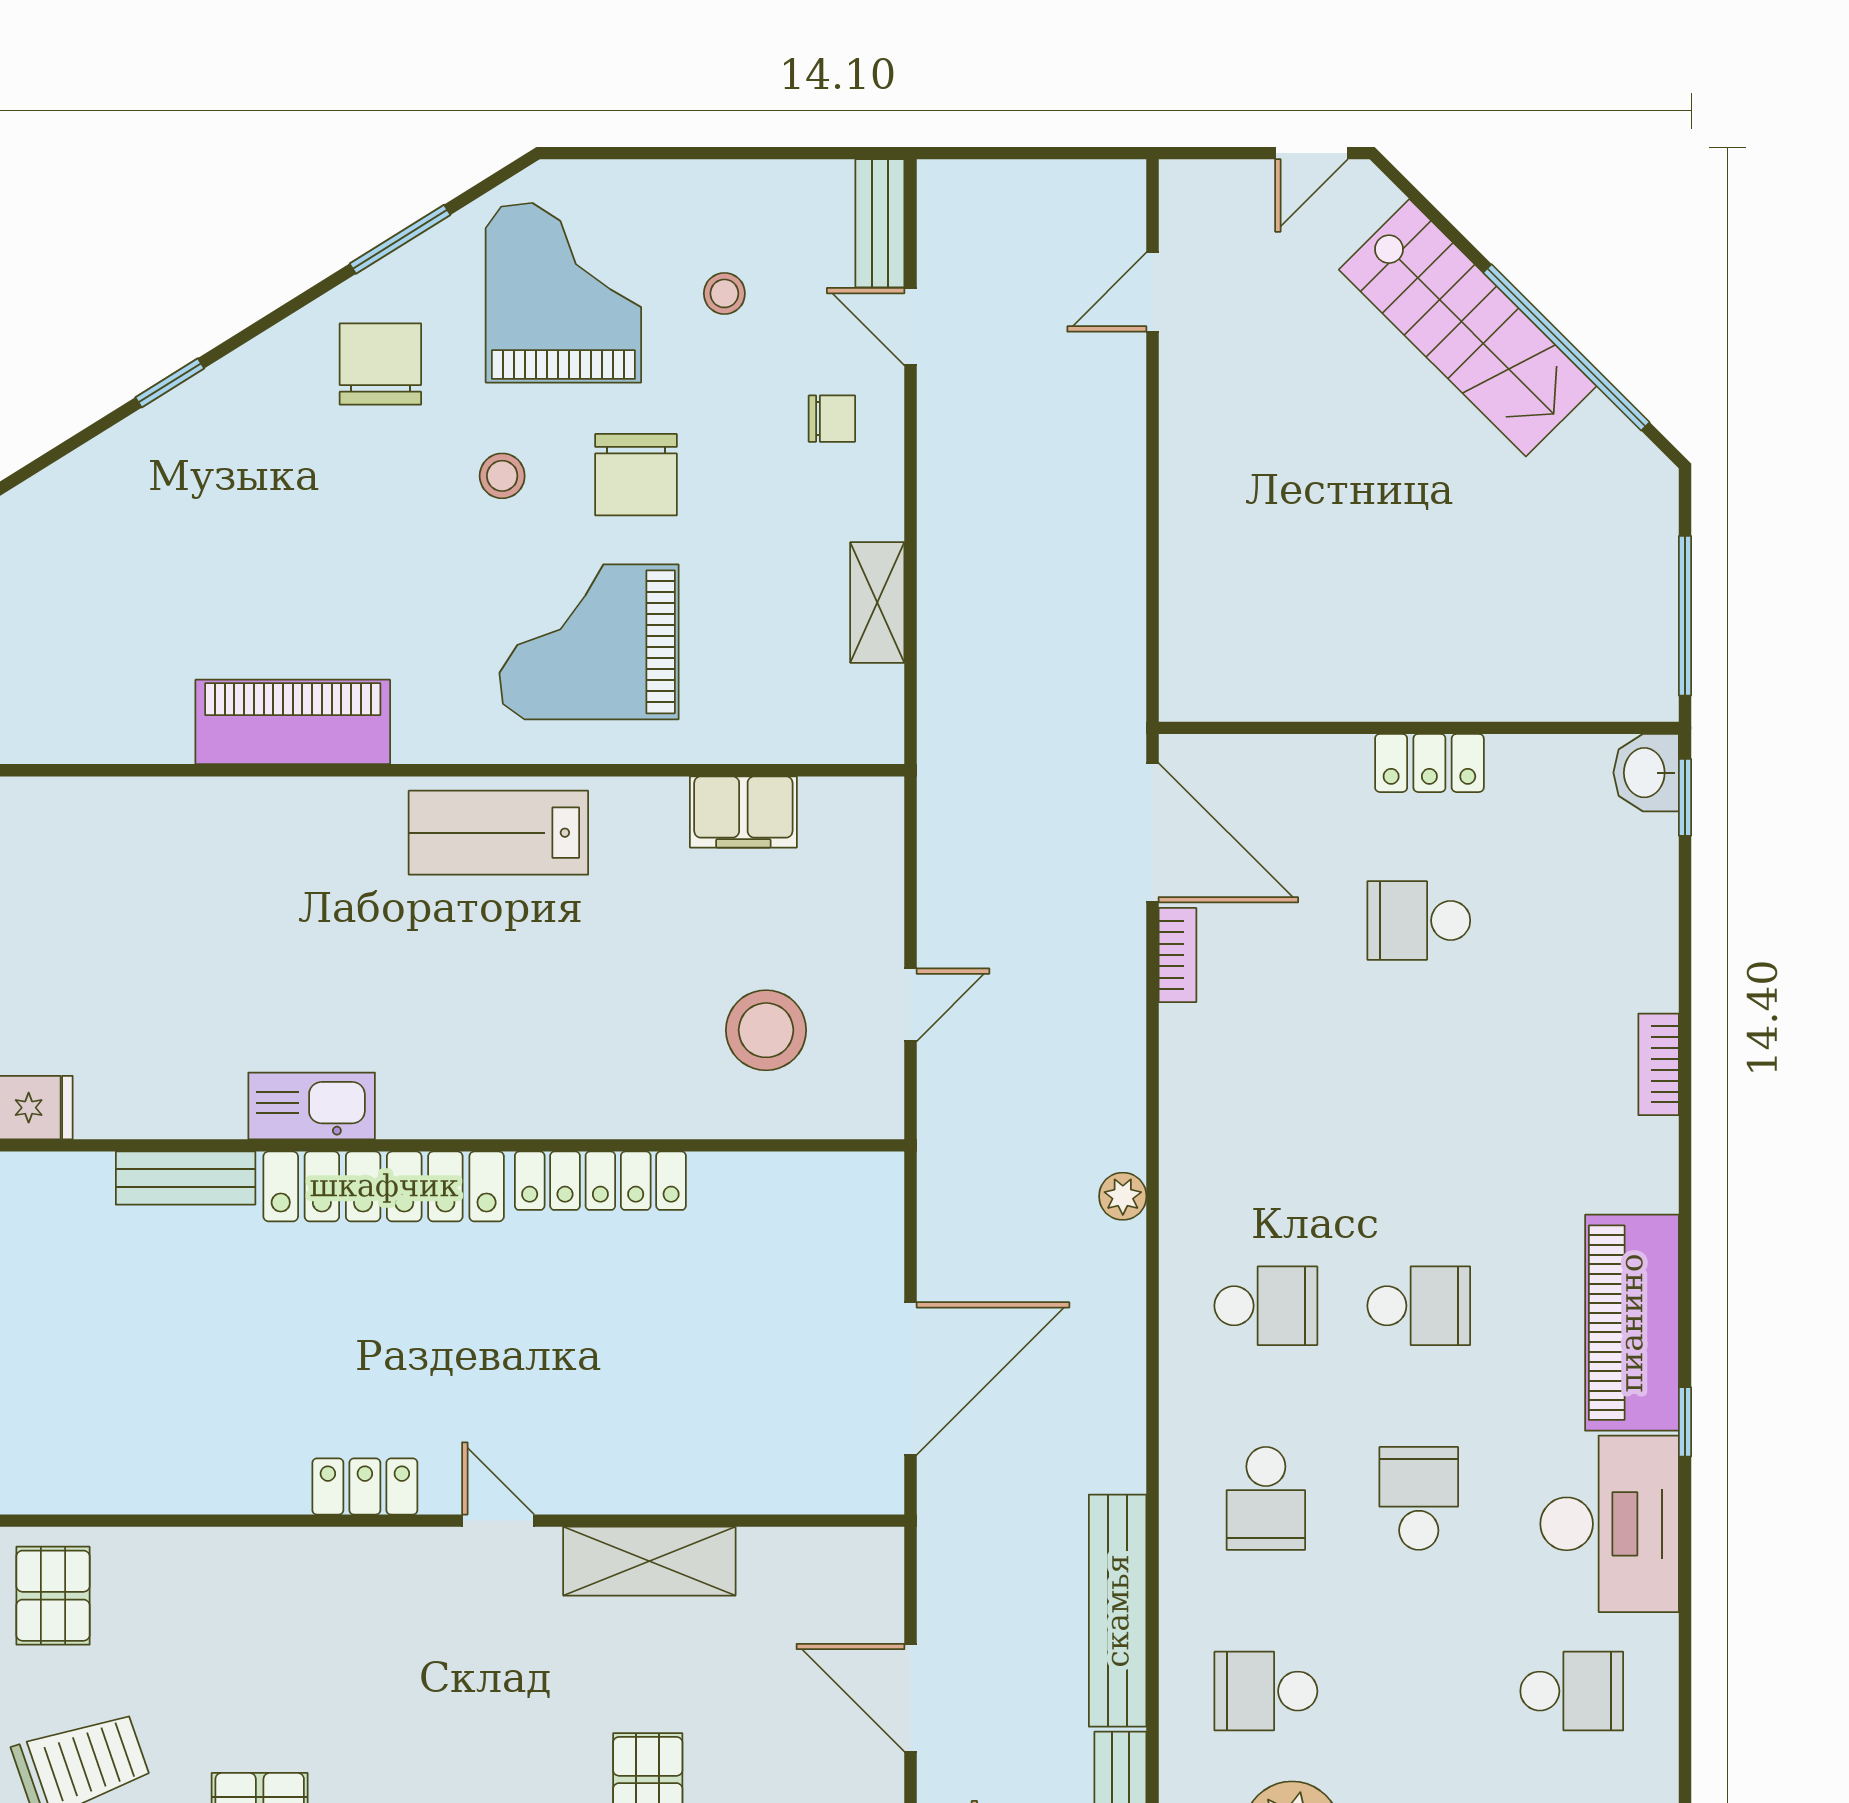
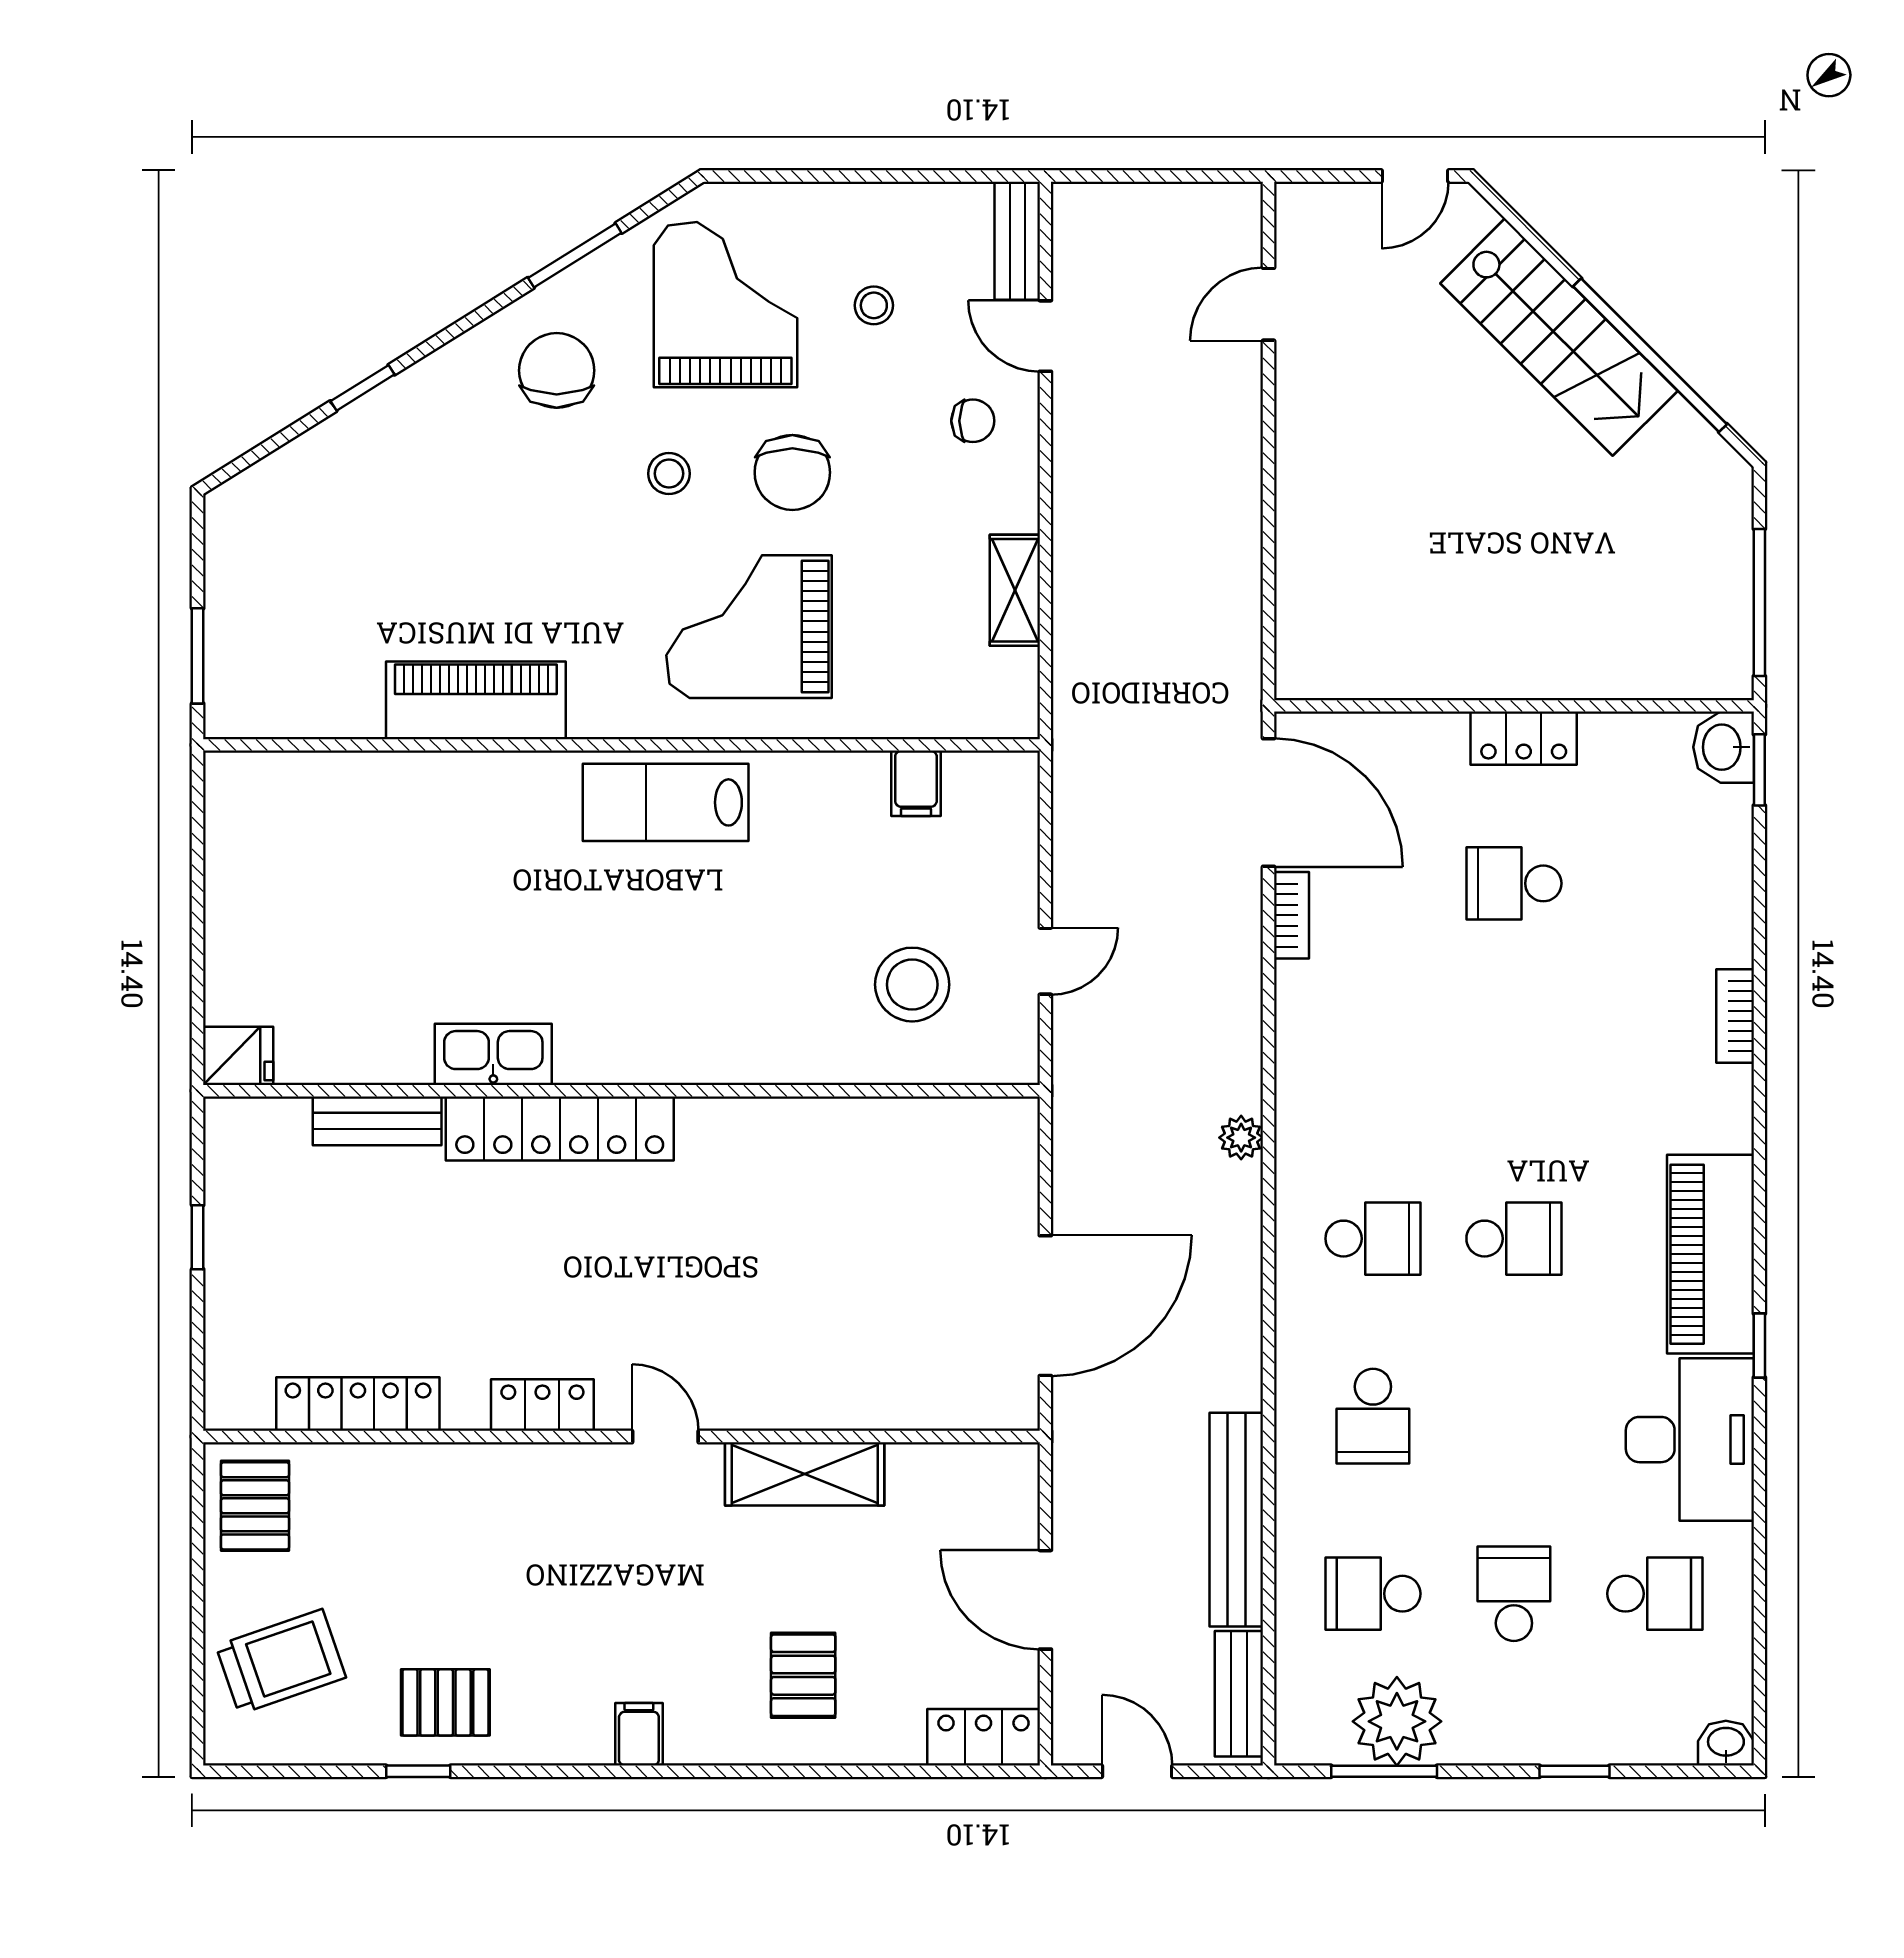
filing cabinet: (743, 812) -> (916, 783), width x0.50
locker: (600, 1181) -> (358, 1404), moved, turned 180
school desk: (1419, 1498) -> (1514, 1594), moved

